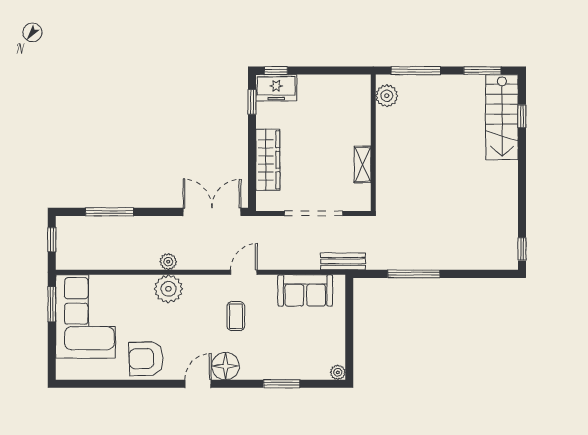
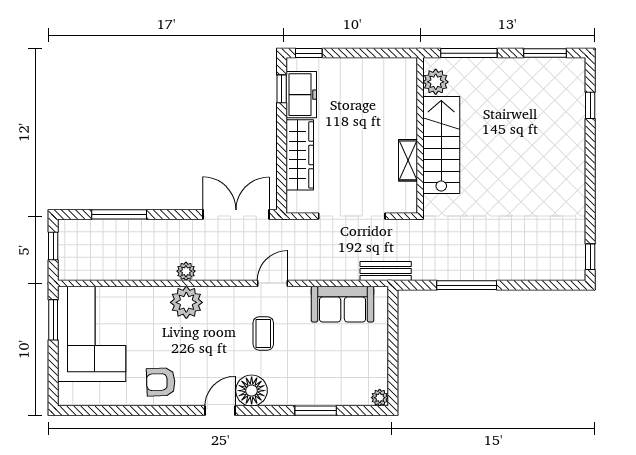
freezer: (276, 88) -> (301, 95), moved, turned -90
stairs: (502, 117) -> (441, 145), moved, turned 180
armchair: (146, 359) -> (161, 382), width x0.72, depth x0.72

